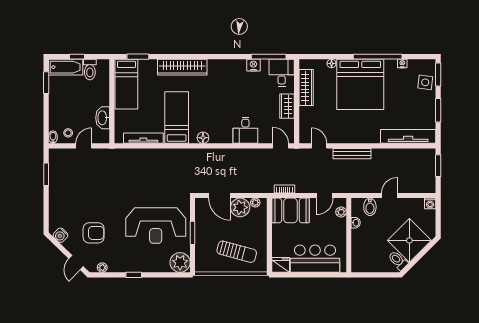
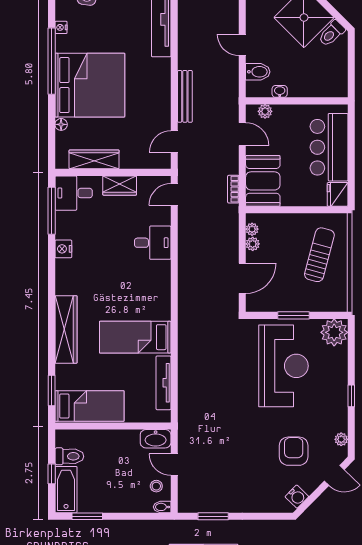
nightstand: (253, 65) -> (63, 249), moved
washbasin: (103, 118) -> (156, 439), moved
floor lamp: (203, 138) -> (163, 301), removed
plant: (240, 207) -> (253, 244), width x0.53, depth x0.53

